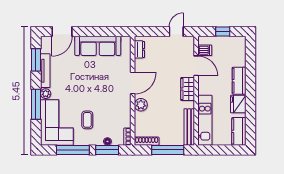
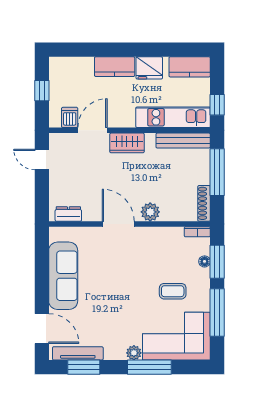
tv unit: (45, 71) -> (78, 353), moved
window: (213, 150) -> (217, 105), added

